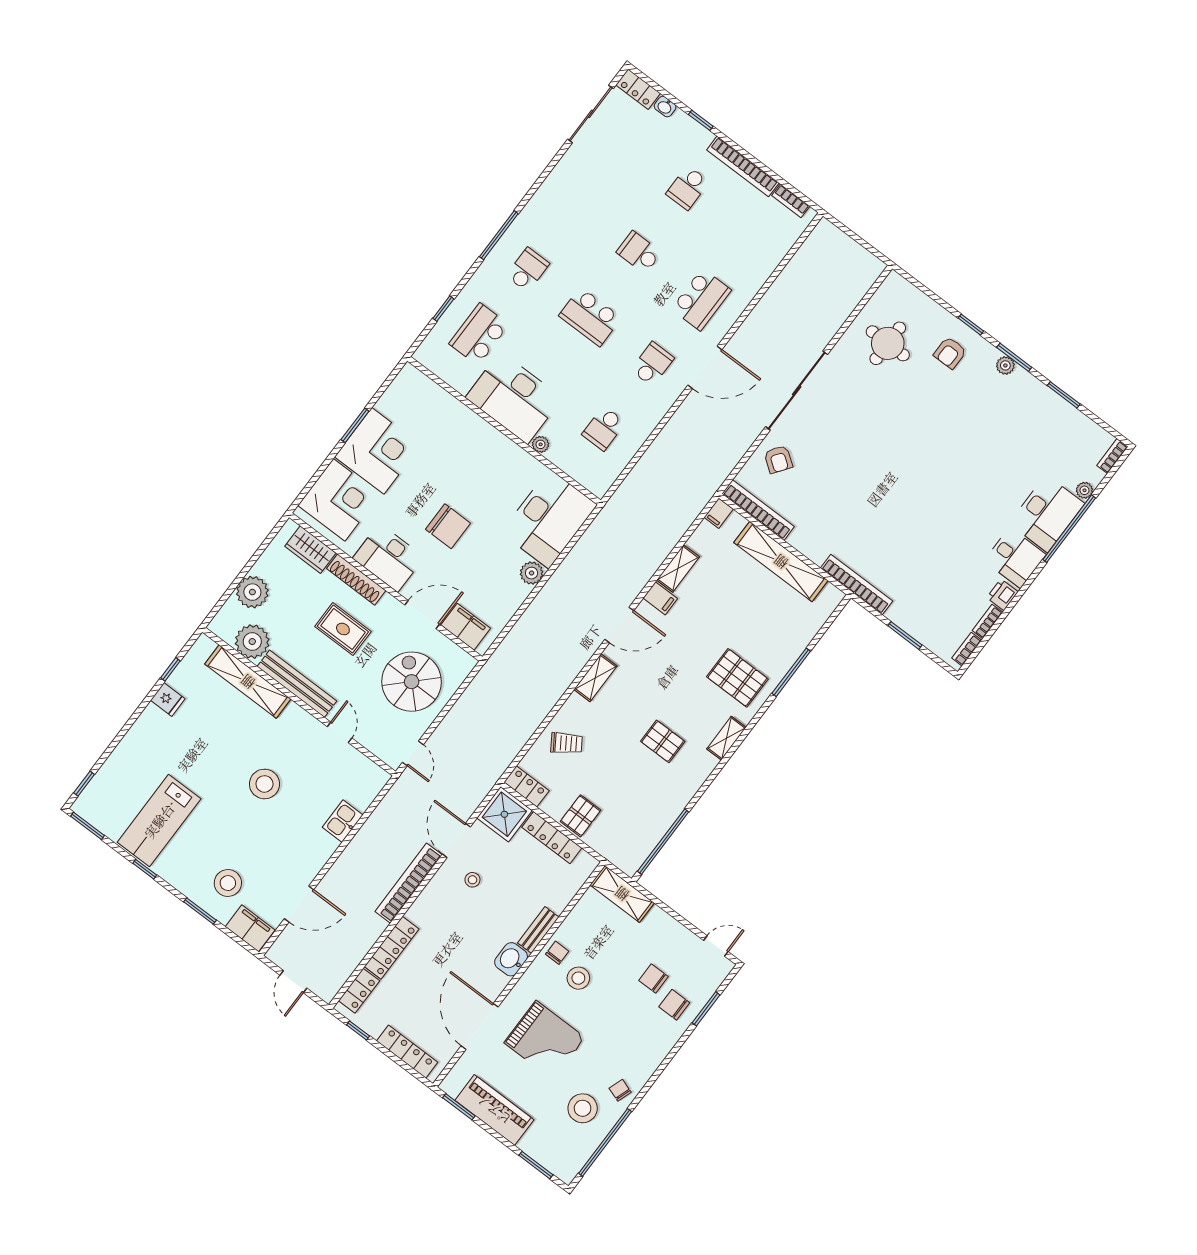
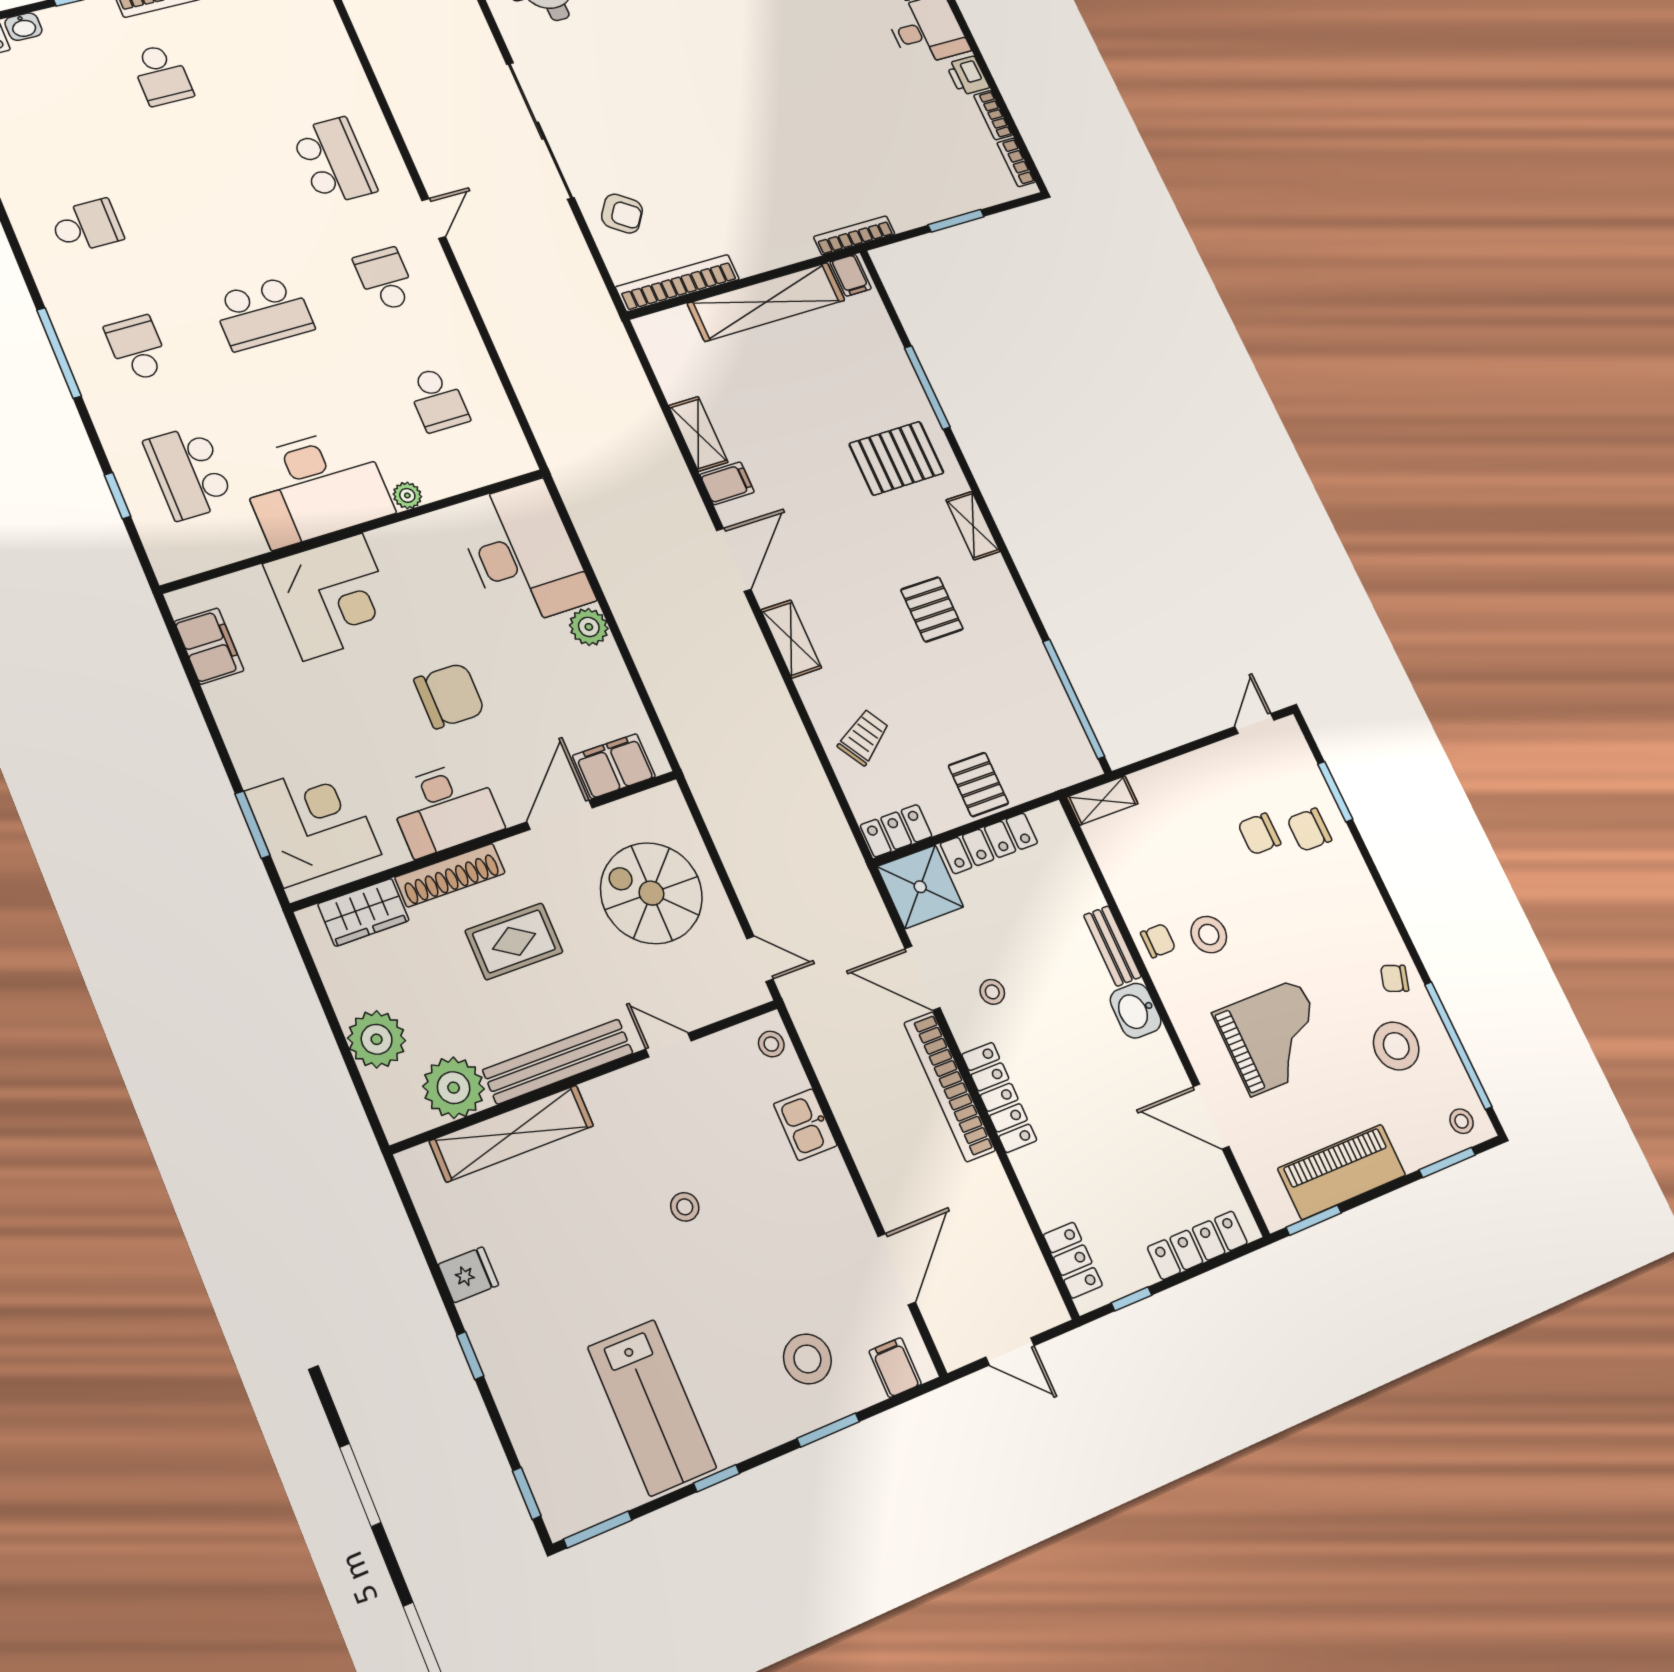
school desk: (639, 252) -> (87, 226), moved, turned 180
door: (705, 367) -> (434, 218), width x0.53
filing cabinet: (395, 398) -> (209, 646), added
window: (355, 425) -> (252, 825), moved
corner desk: (378, 451) -> (333, 597), moved, turned 90
filing cabinet: (719, 513) -> (851, 275), moved
bookcase: (857, 584) -> (854, 235), width x0.68, depth x0.76
window: (170, 669) -> (470, 1356), moved
pallet: (663, 741) -> (932, 609), turned 90
stool: (373, 782) -> (771, 1044), added
stool: (264, 784) -> (685, 1207), width x0.53, depth x0.53
shelving: (622, 894) -> (1102, 800), width x0.67, depth x0.75
filing cabinet: (250, 928) -> (895, 1368), width x0.50
locker: (392, 948) -> (999, 1097), moved
chair: (557, 953) -> (1158, 941), turned 90
door: (480, 1026) -> (1211, 1117), width x0.73
stool: (564, 1163) -> (1462, 1121), added

